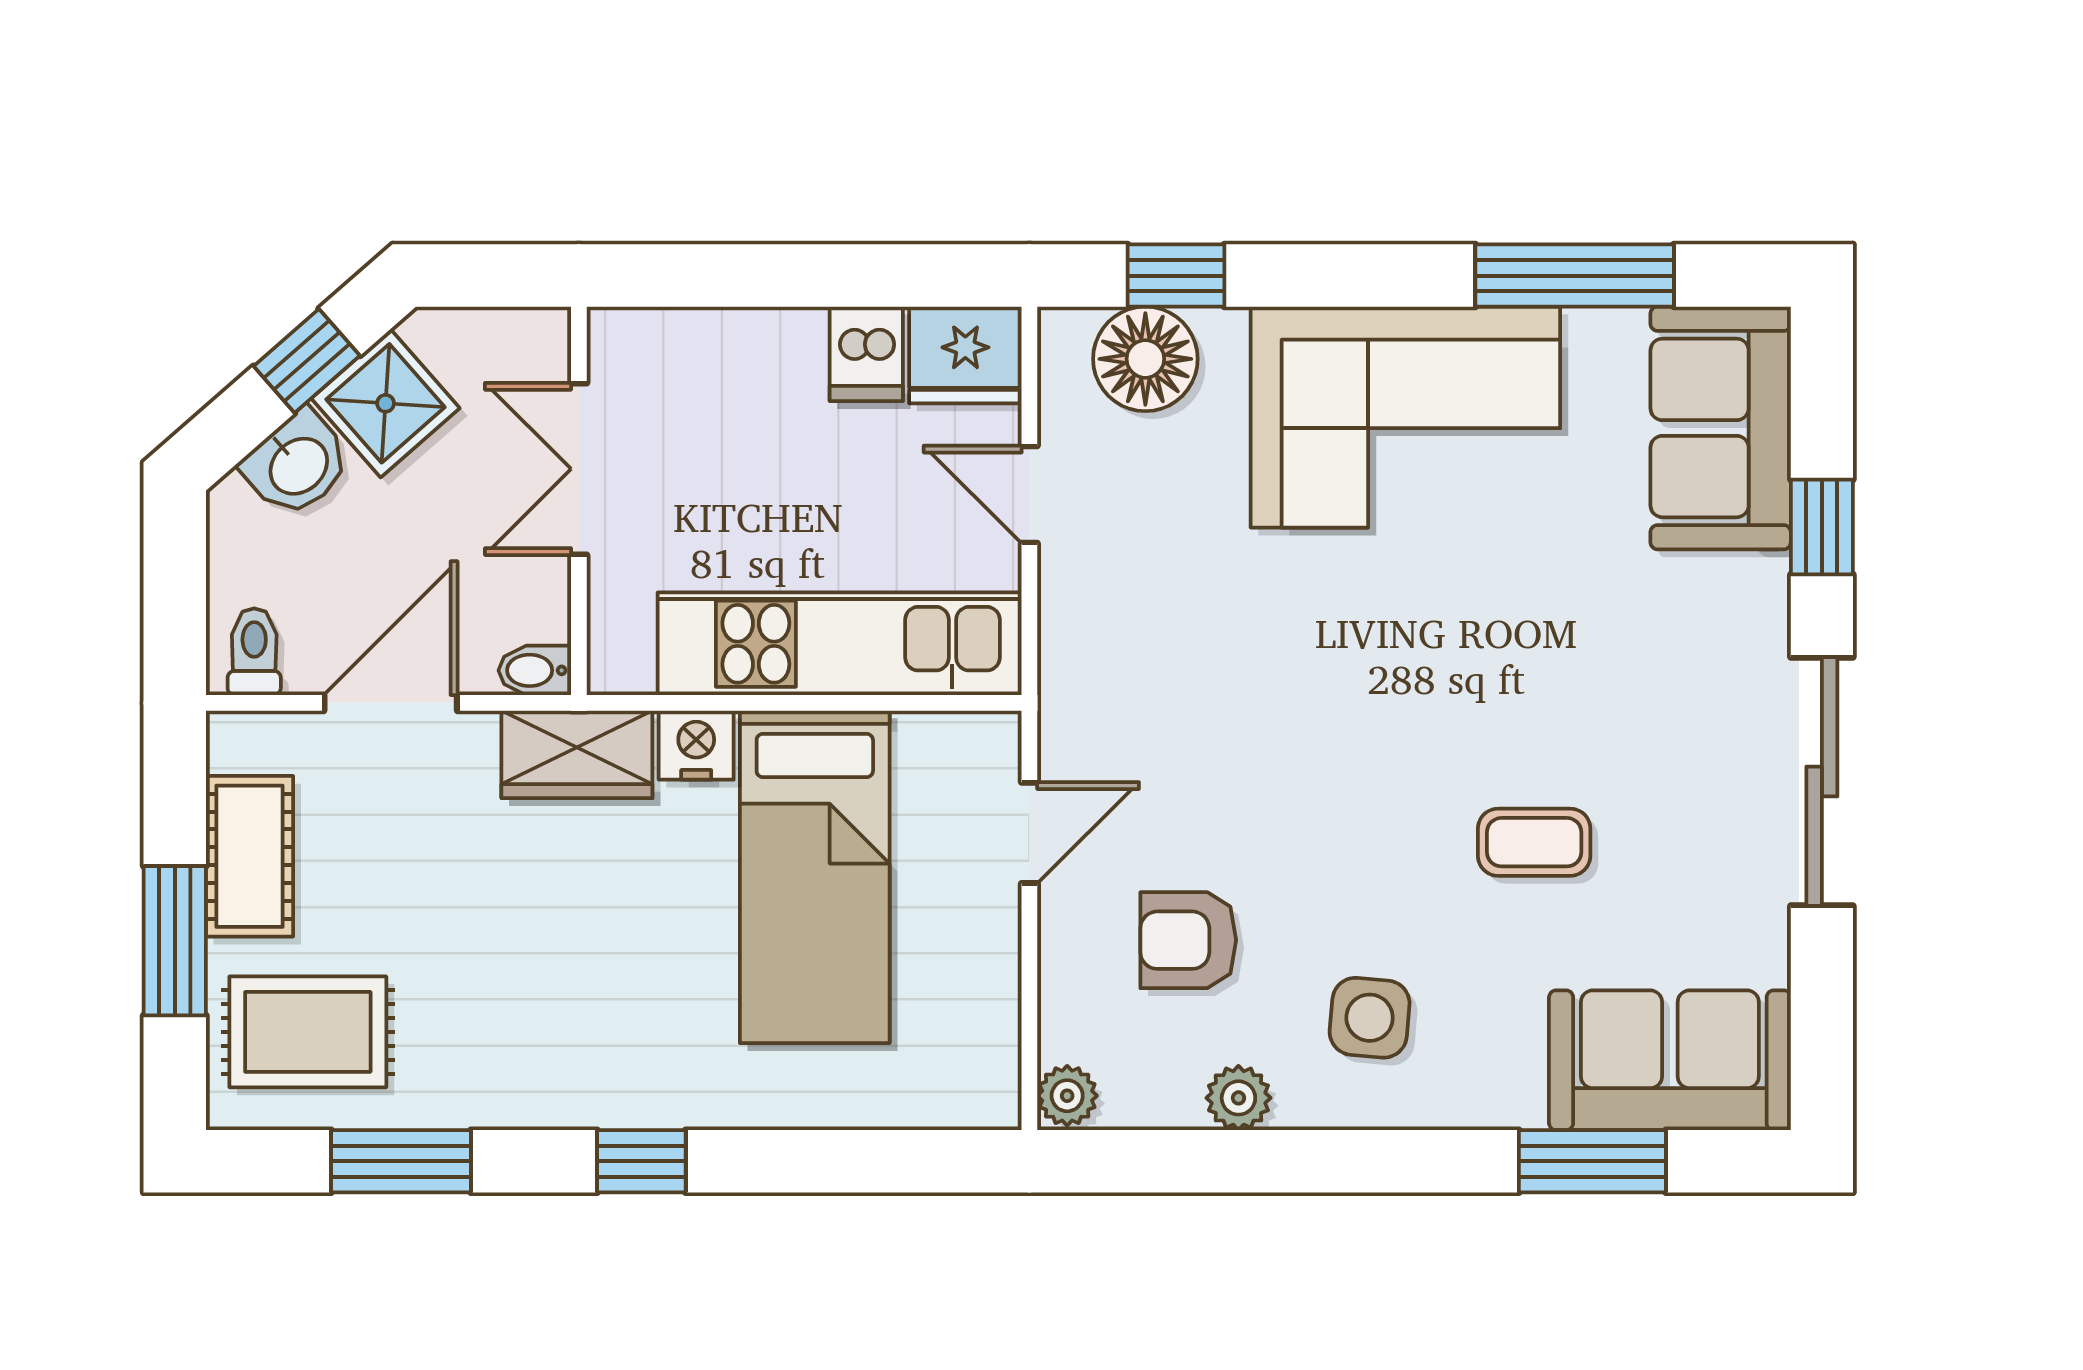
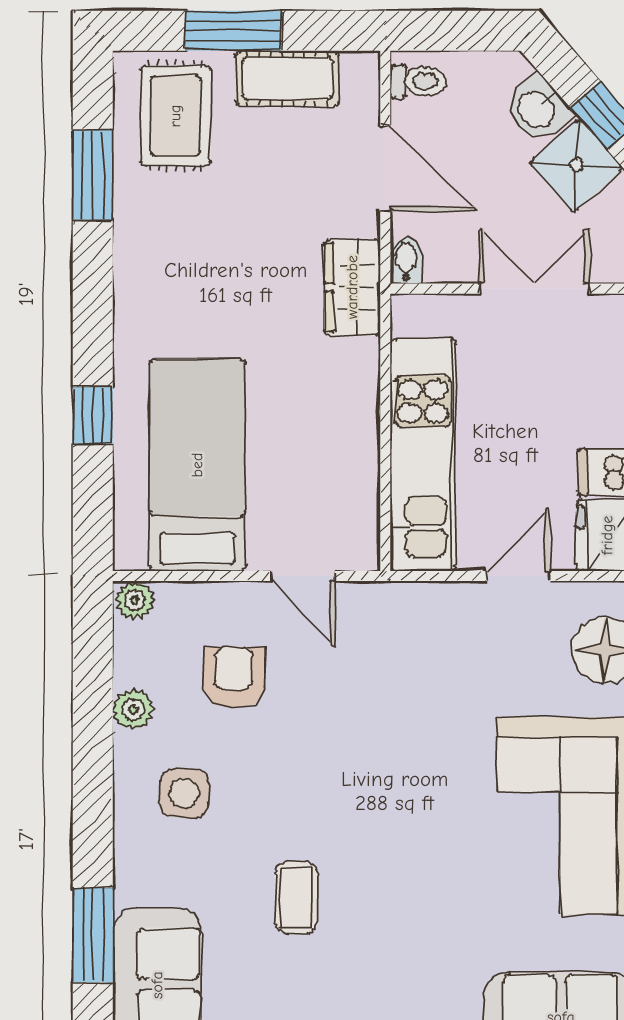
nightstand: (696, 745) -> (358, 363), removed
bed: (815, 877) -> (197, 465), moved, turned 90
window: (641, 1161) -> (93, 416), moved

